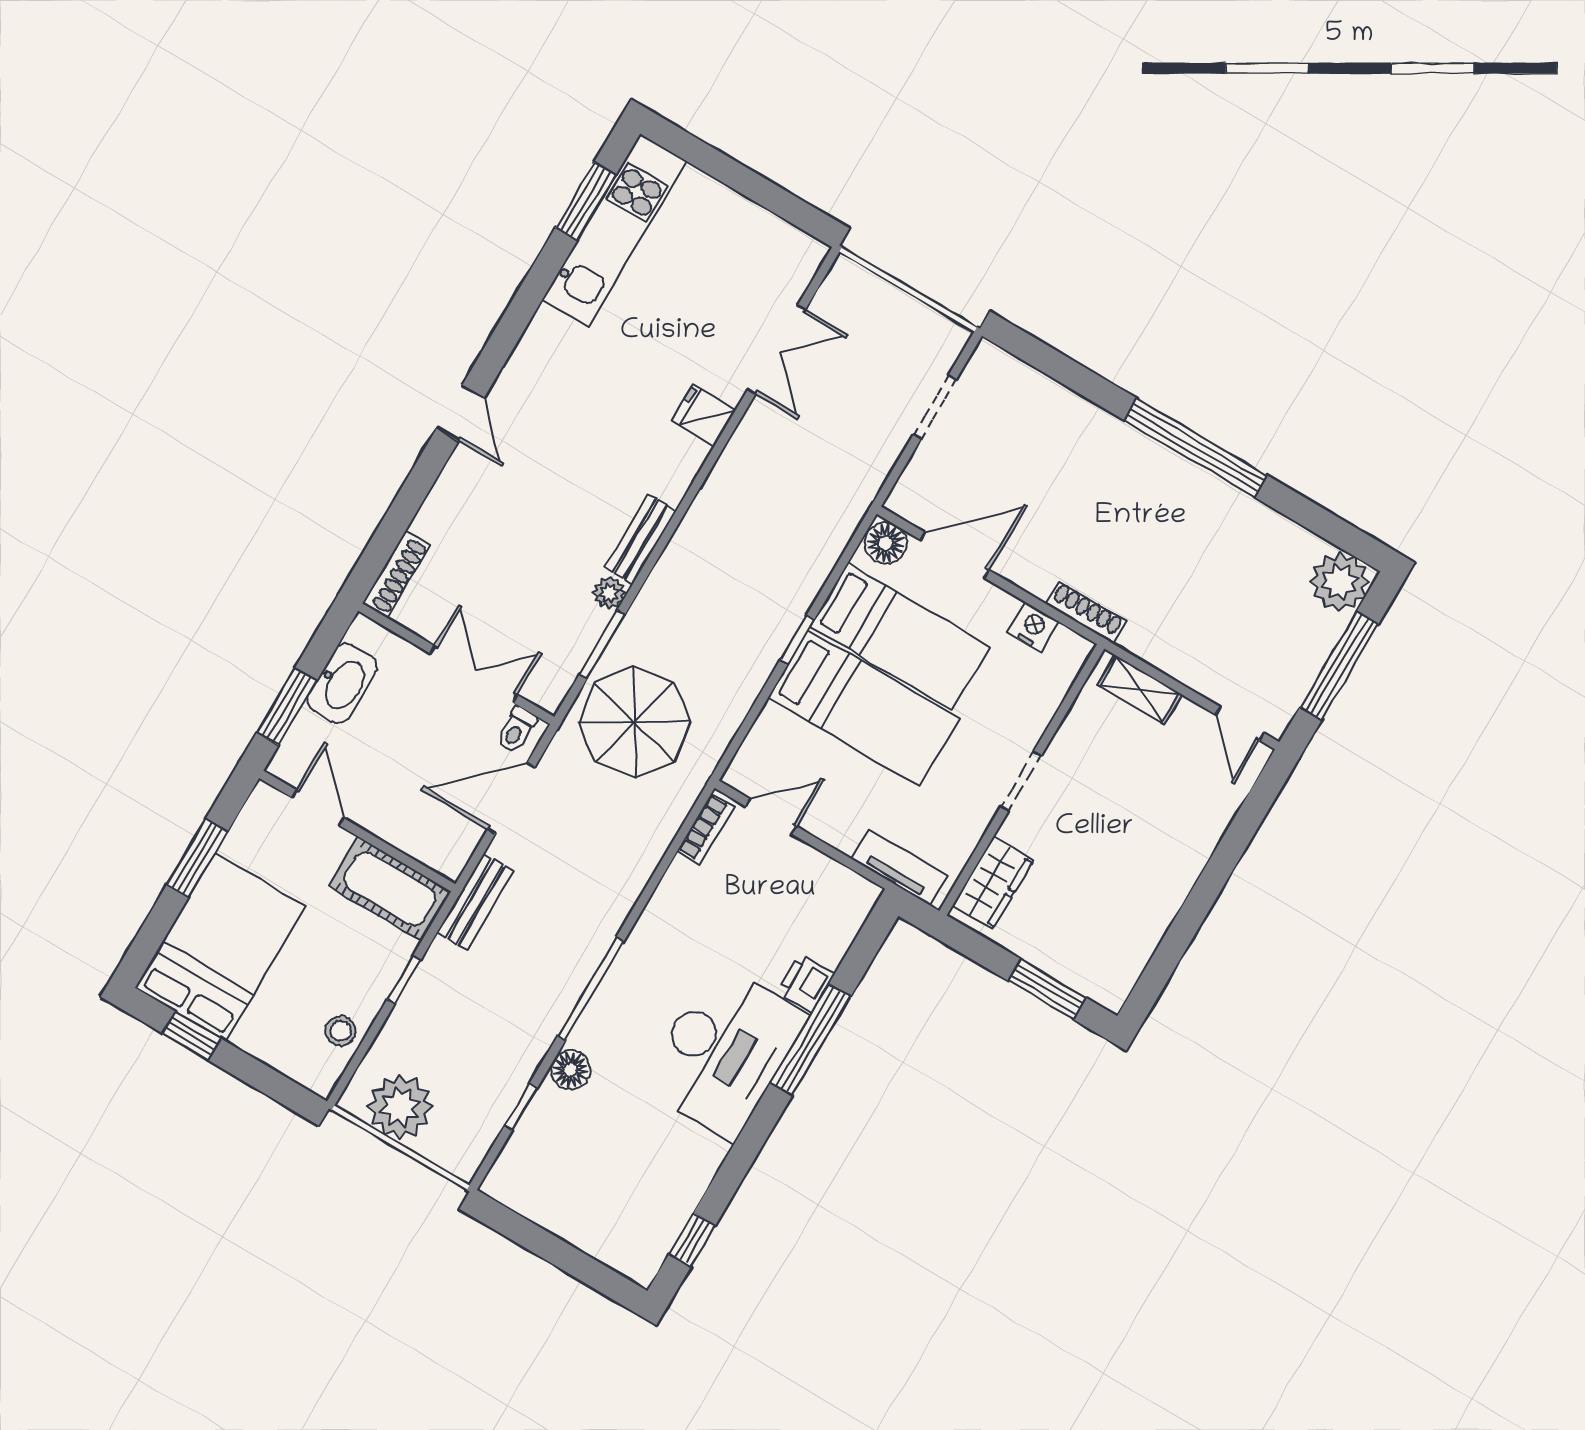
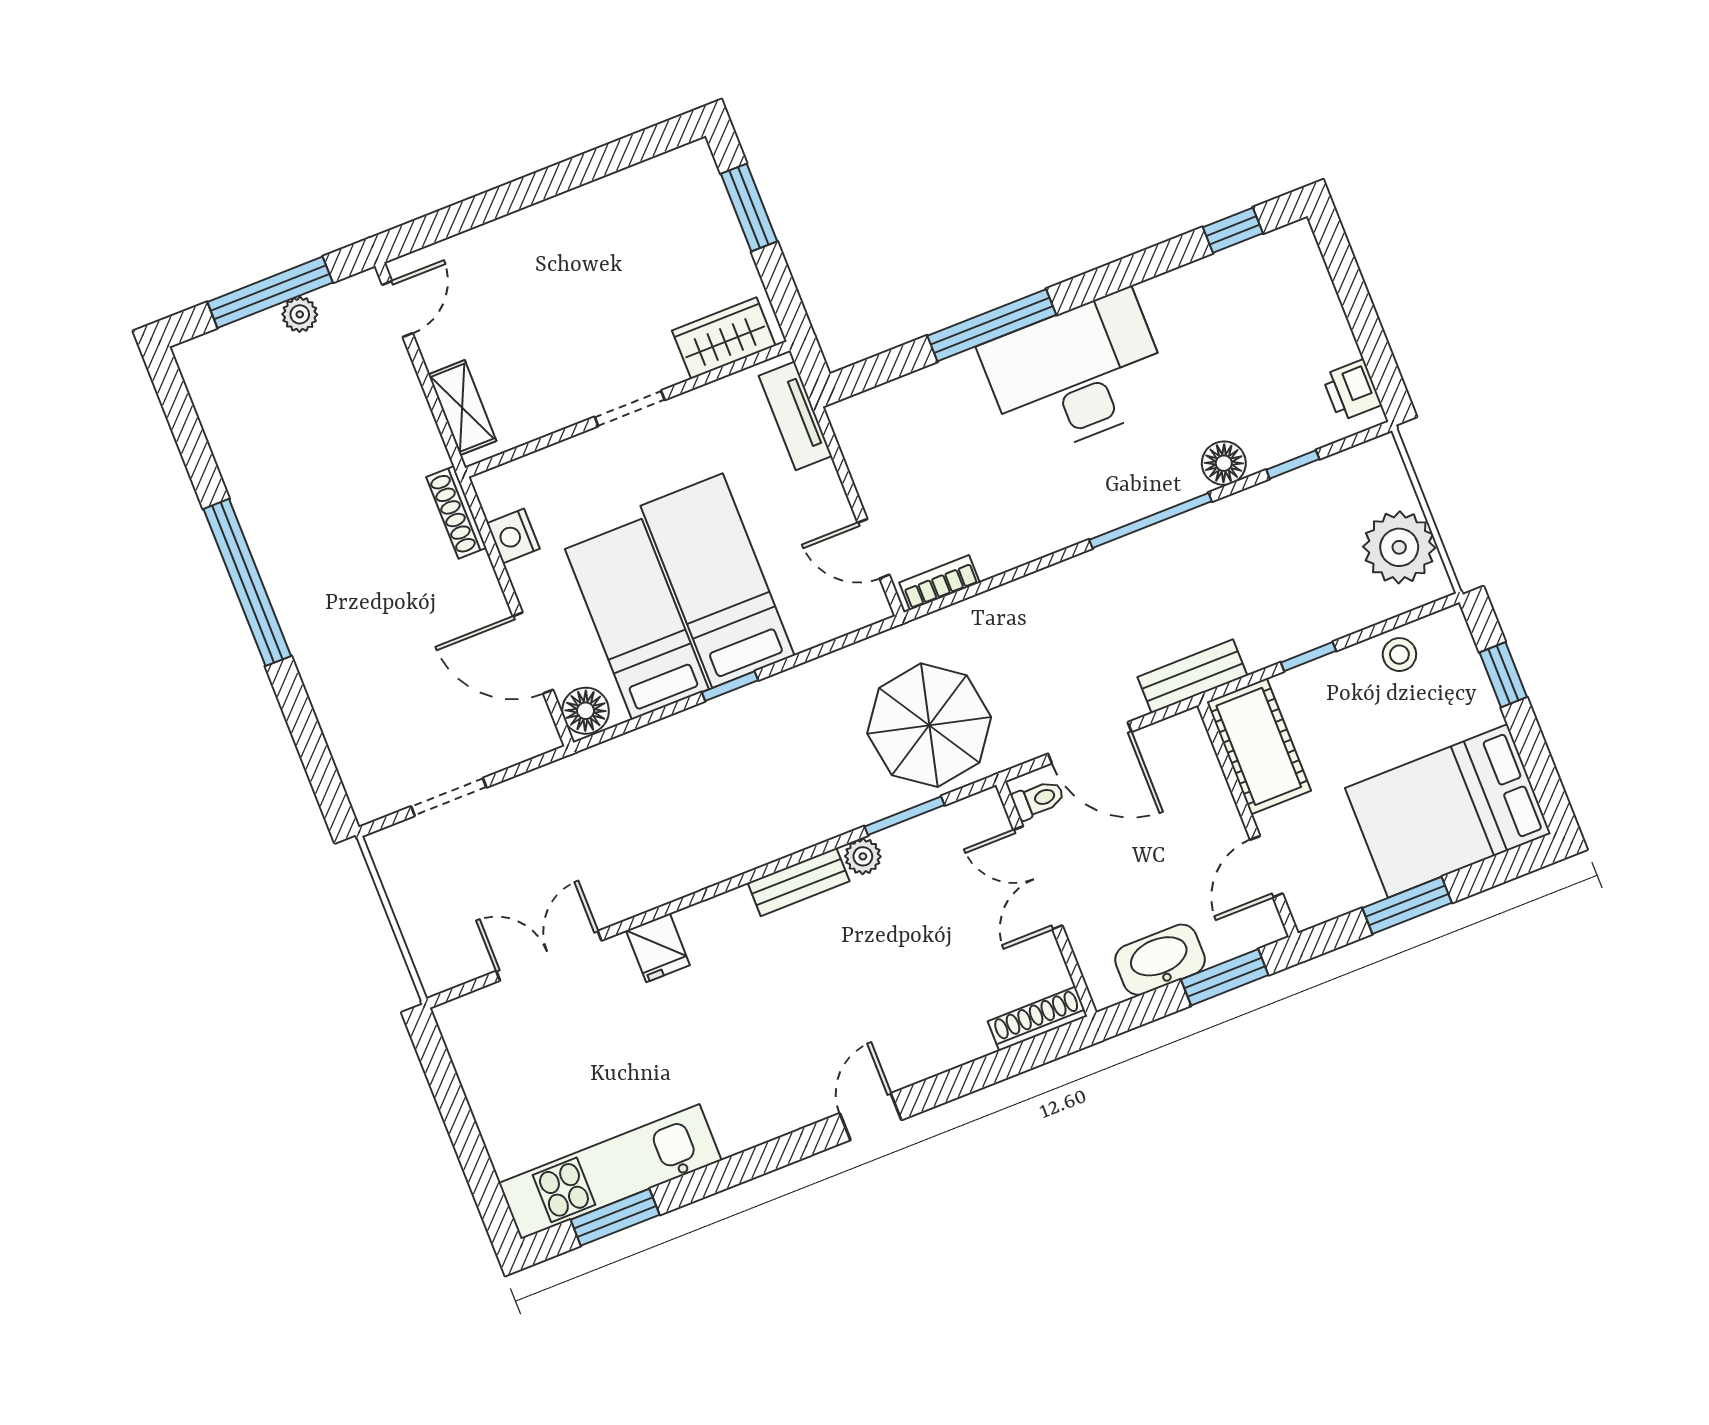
plant: (1340, 582) -> (300, 314), moved, width x0.53, depth x0.53
printer: (806, 983) -> (1352, 390), moved, turned 90
window: (192, 1036) -> (1503, 675), moved

